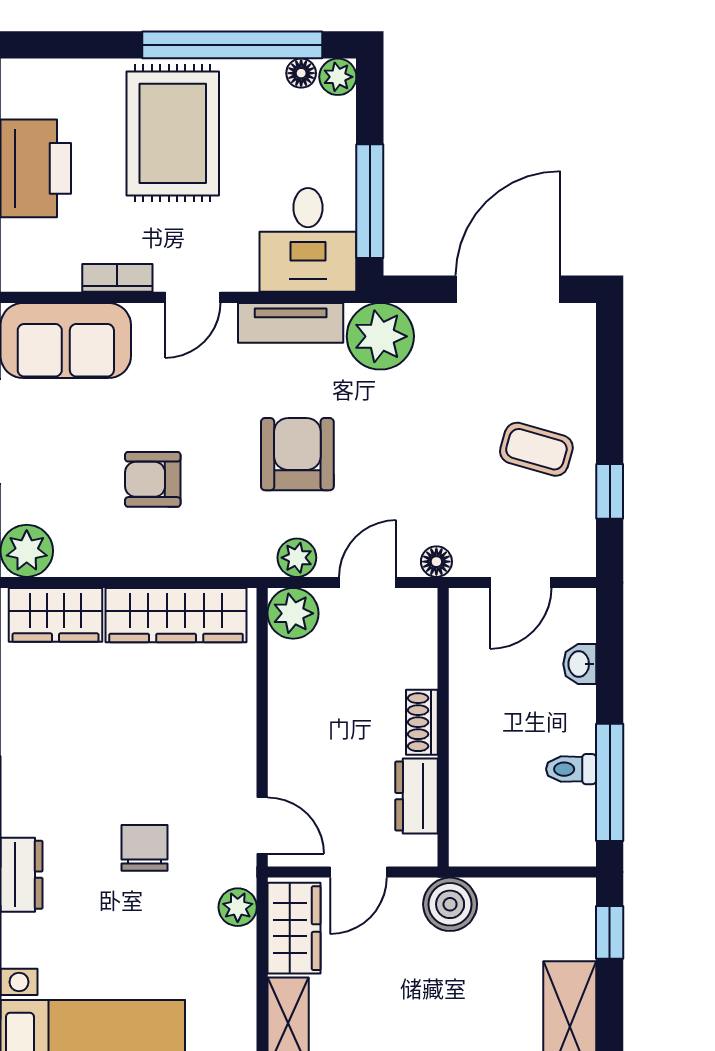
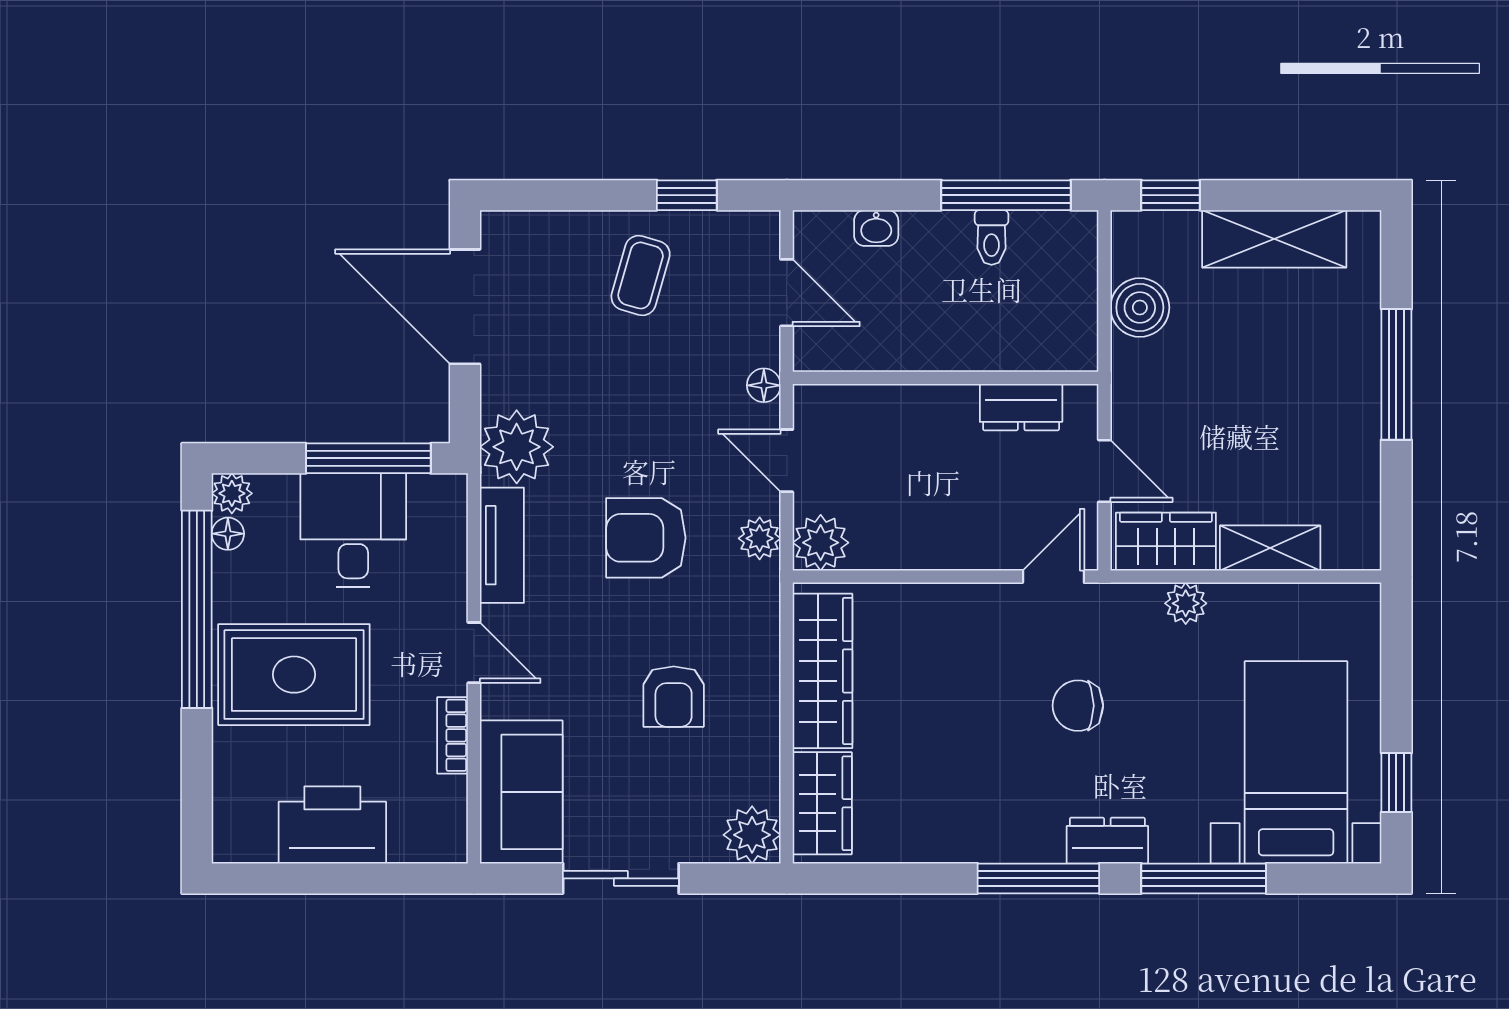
desk: (308, 240) -> (353, 530), moved, turned -90
shoe rack: (422, 722) -> (940, 401), removed
boiler: (450, 904) -> (1140, 308), moved
plant: (238, 907) -> (1186, 603), moved

